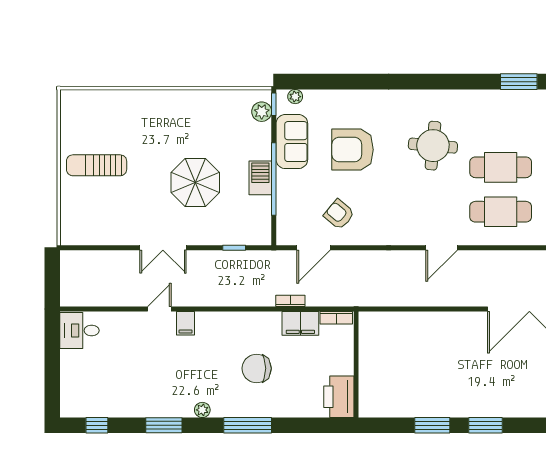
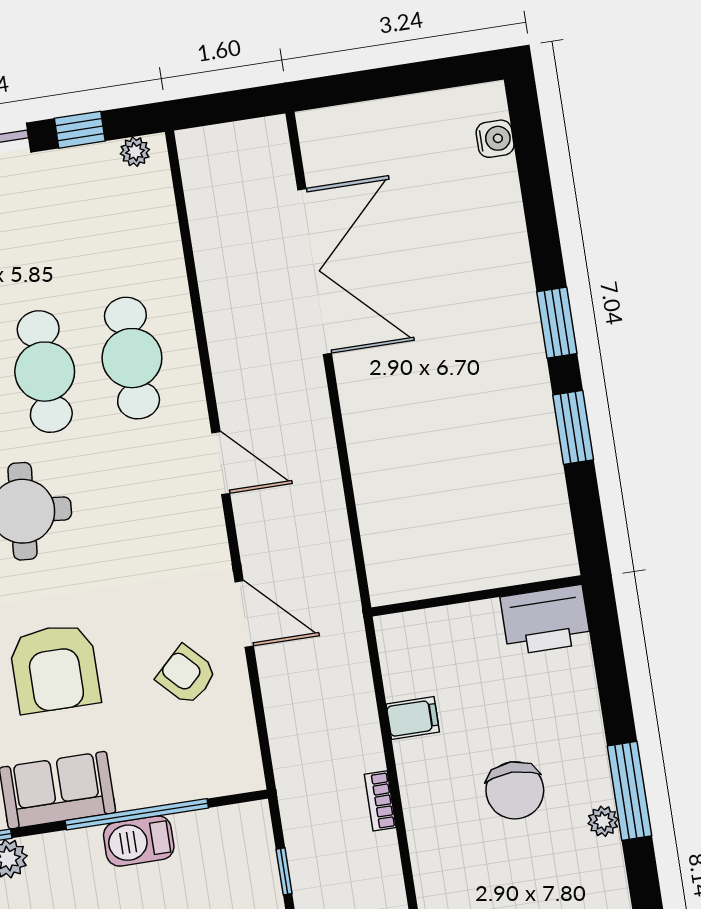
armchair: (339, 214) -> (186, 675), turned 96
door: (313, 248) -> (244, 614), moved
bookcase: (290, 301) -> (380, 801), moved
bookcase: (336, 318) -> (391, 649), removed
filing cabinet: (300, 323) -> (413, 718), width x0.50
plant: (202, 410) -> (603, 821), moved

